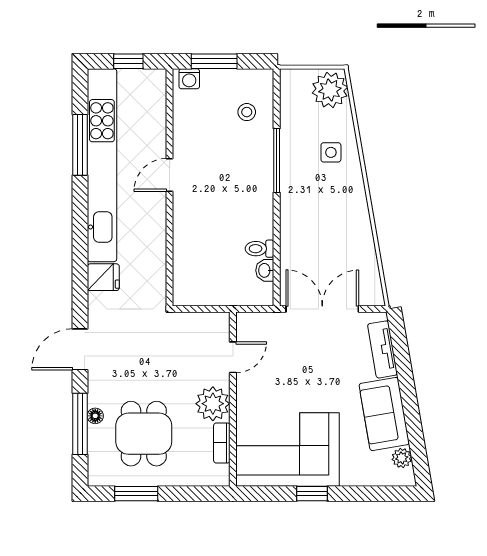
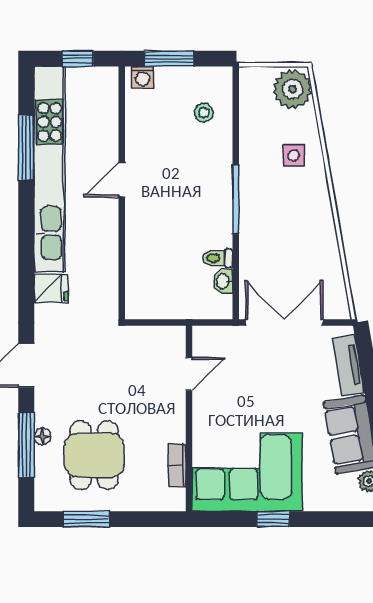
window: (277, 160) -> (236, 199), moved
plant: (213, 404) -> (168, 423), removed

